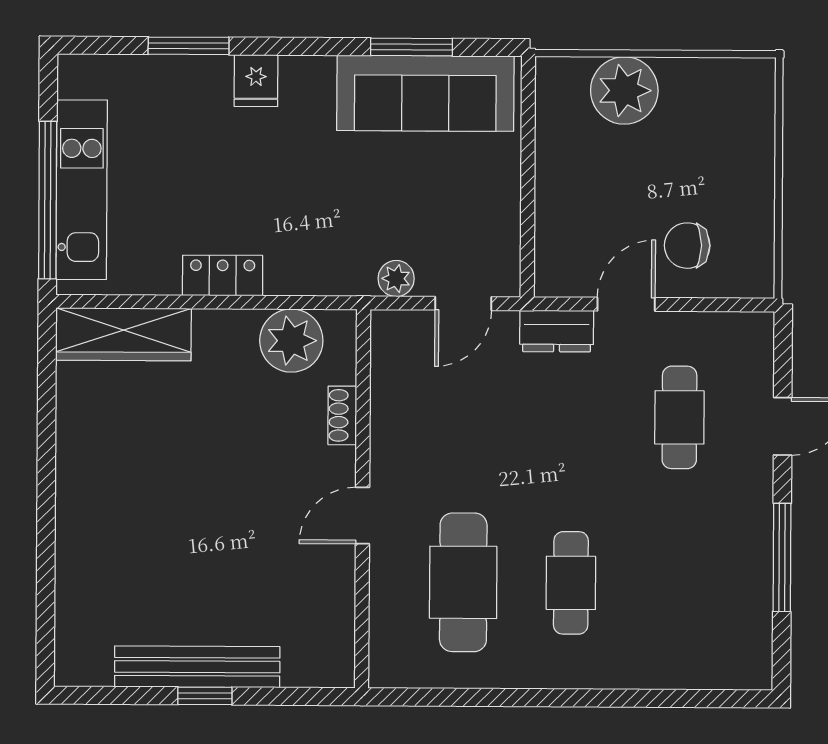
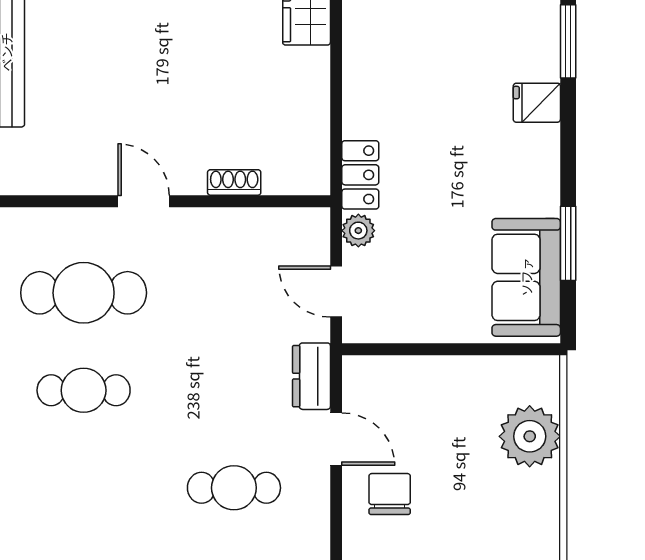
sofa: (425, 93) -> (526, 277), width x0.73
locker: (223, 275) -> (360, 175), moved
plant: (291, 341) -> (302, 136), removed

